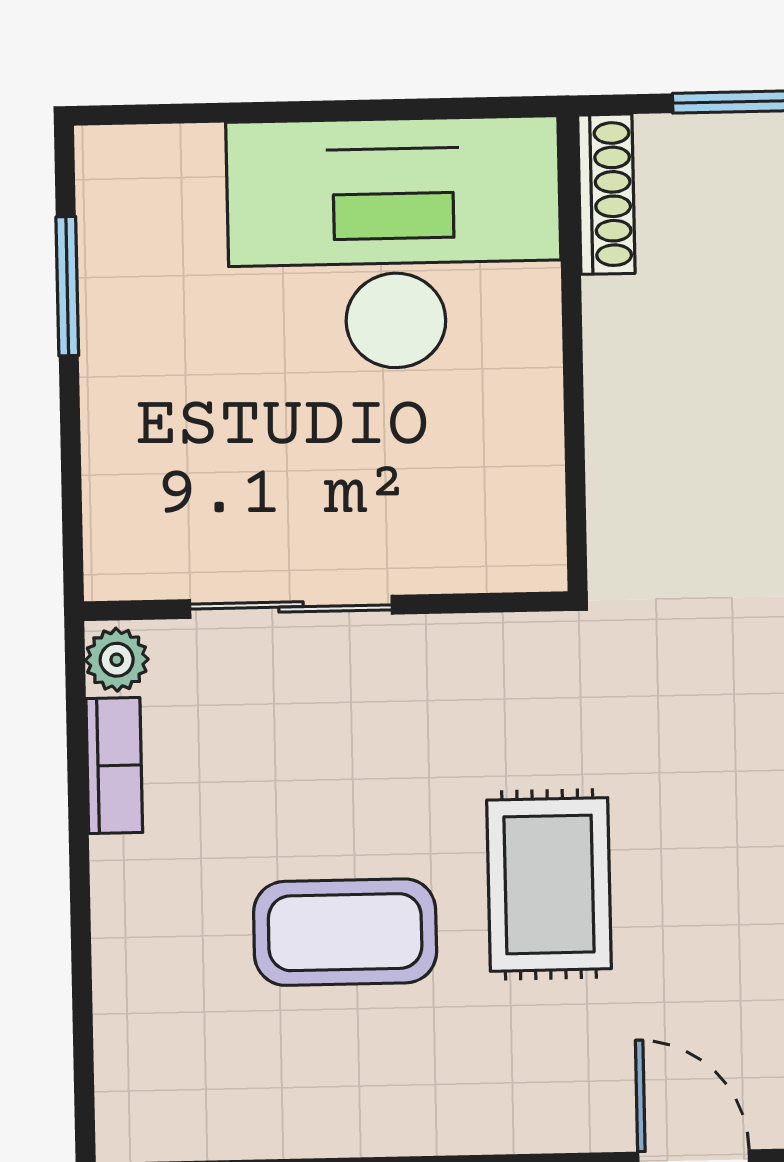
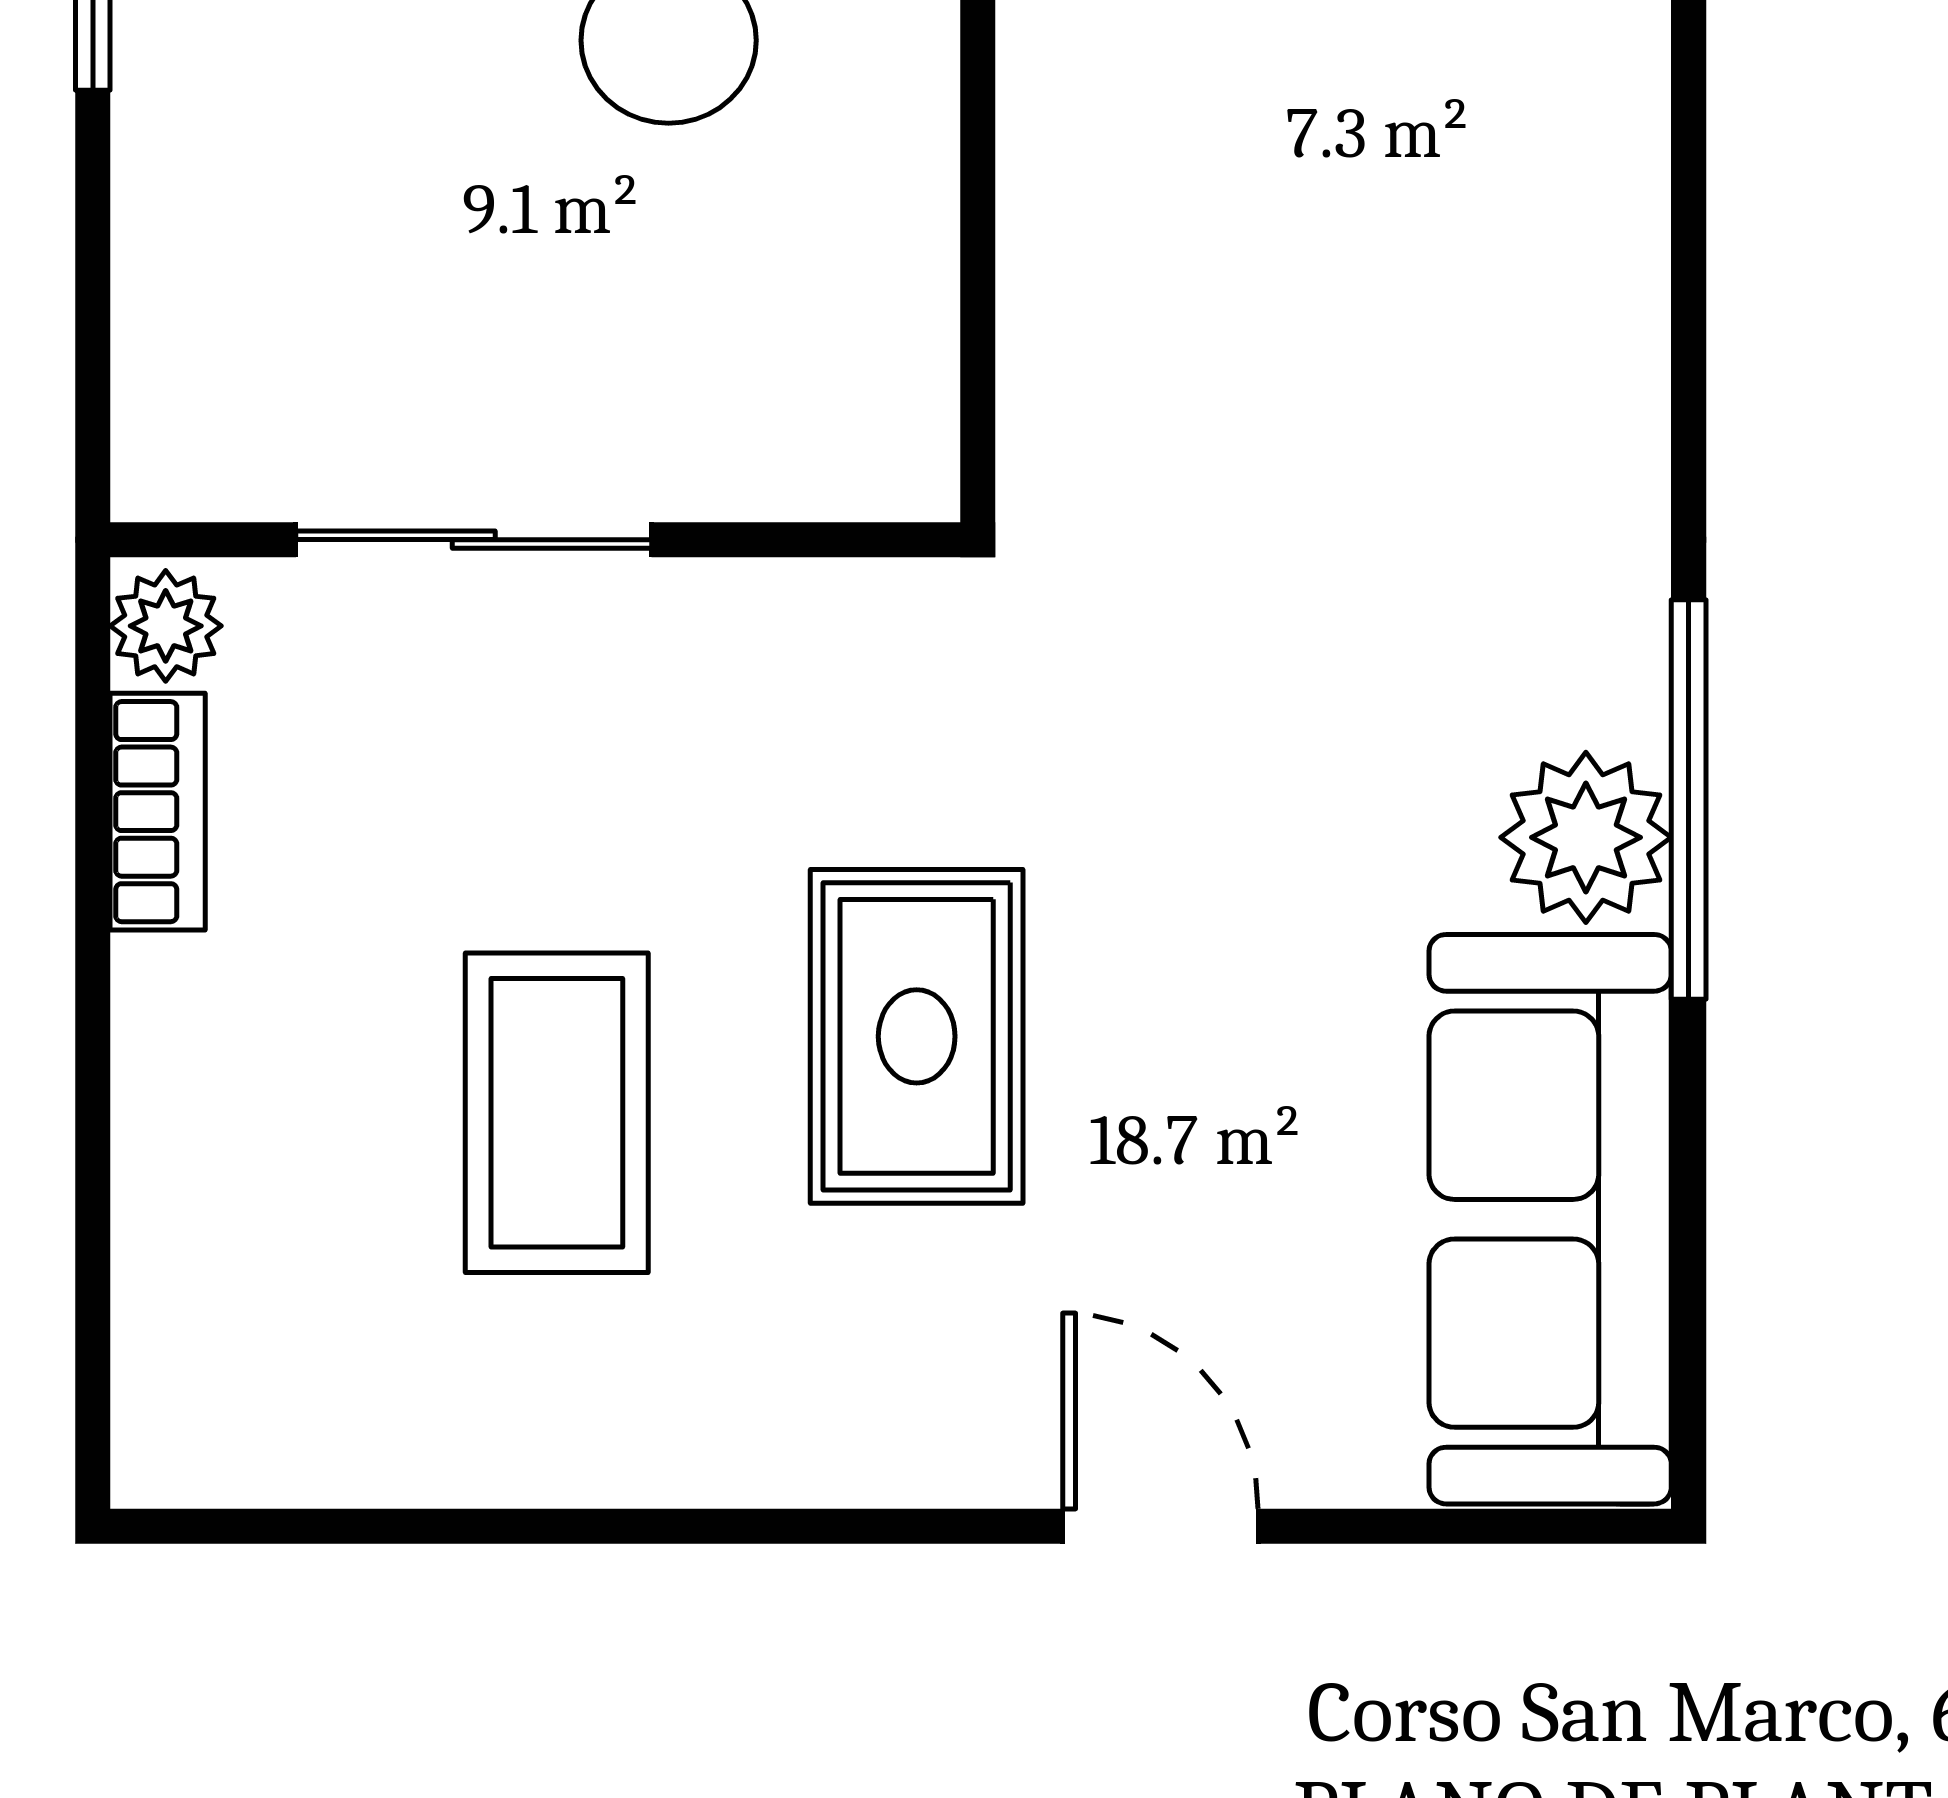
coffee table: (345, 932) -> (557, 1113), turned 90

